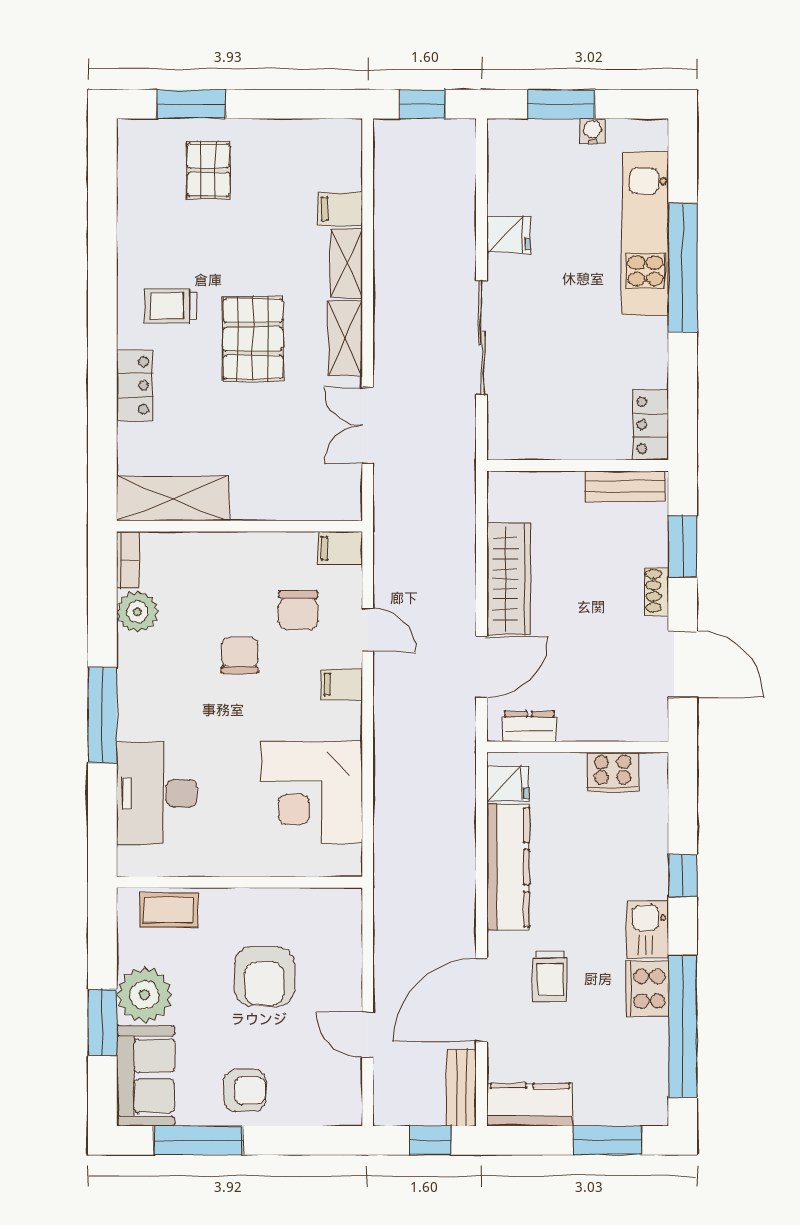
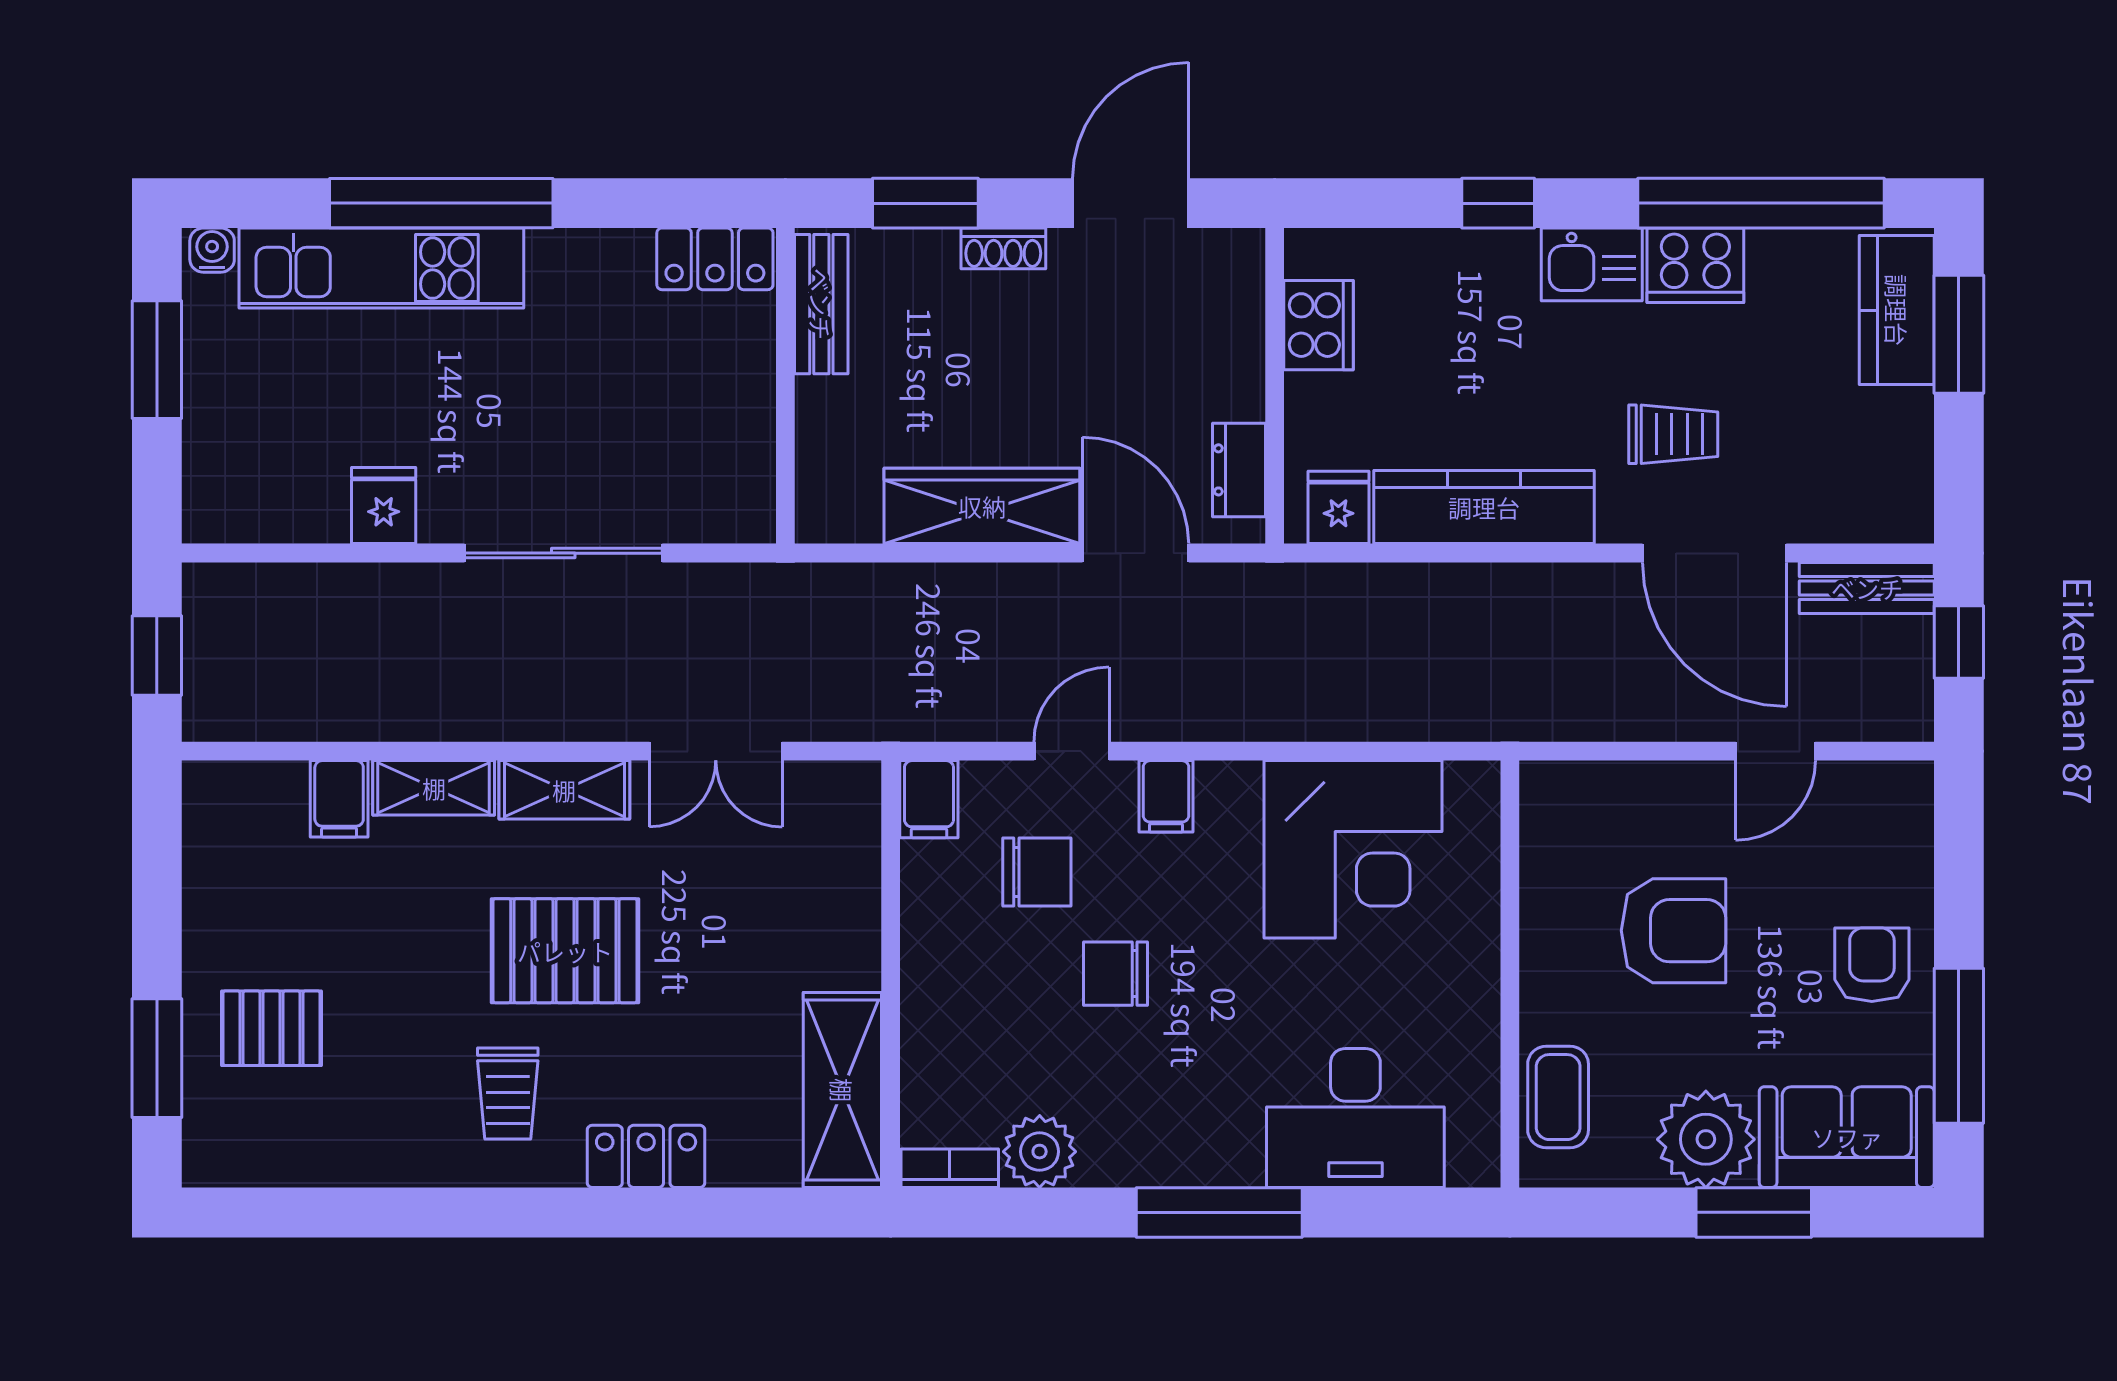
window: (561, 104) -> (157, 360), moved
water cooler: (592, 131) -> (212, 250), moved, turned 90
kitchen counter: (530, 1105) -> (1897, 310), moved

